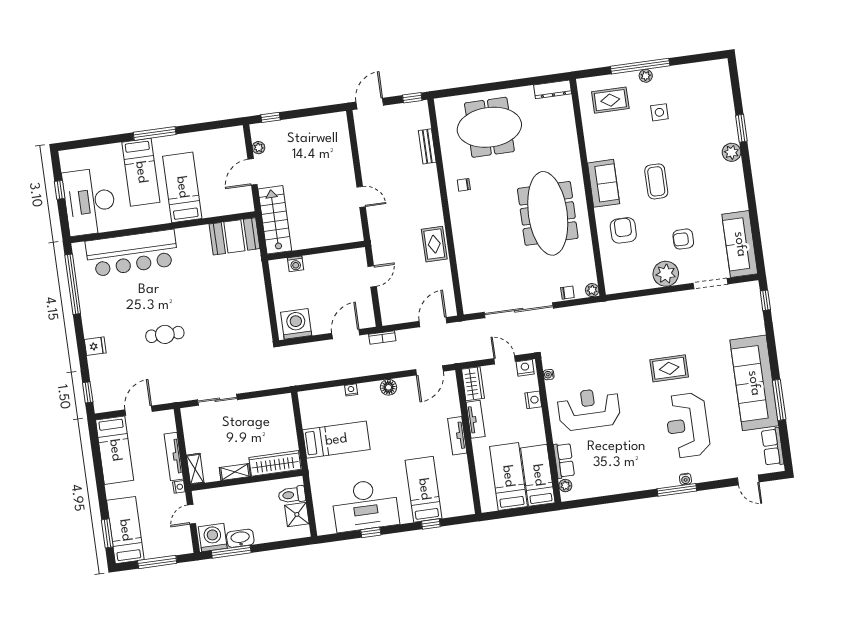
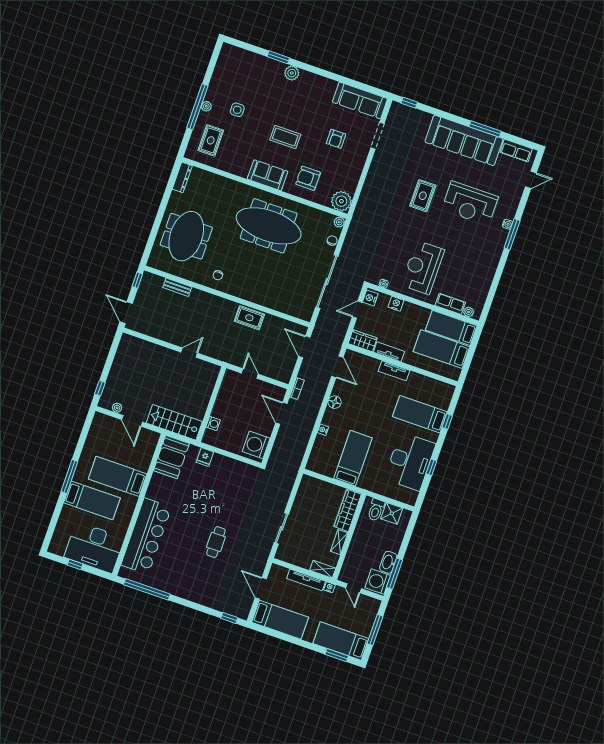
plant: (666, 274) -> (341, 201), moved
fridge: (95, 346) -> (205, 457), moved, turned 180

